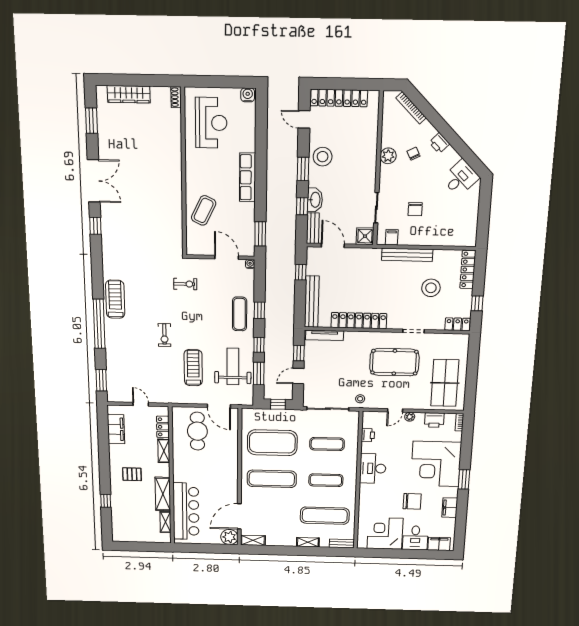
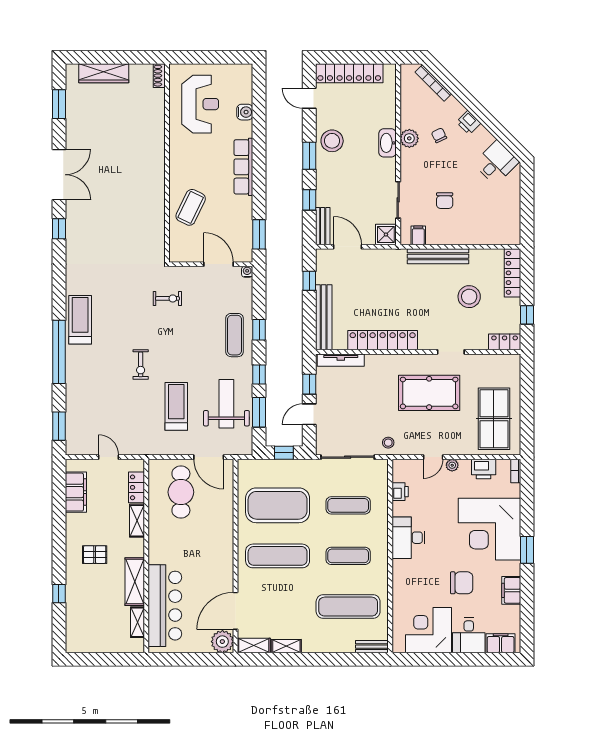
water cooler: (248, 95) -> (245, 112), moved, turned 90
washbasin: (315, 200) -> (387, 143), moved, turned 180
shelving: (308, 542) -> (286, 646), moved

